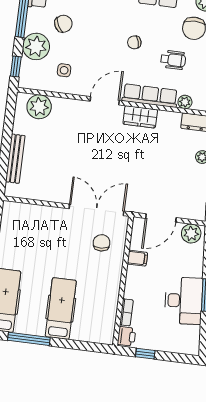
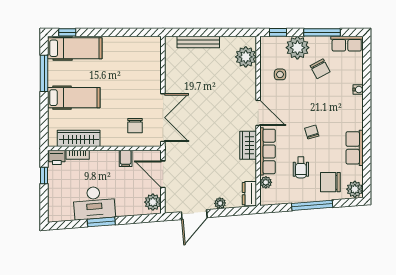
chair: (102, 243) -> (135, 126), turned 93
wardrobe: (108, 309) -> (79, 138), added

